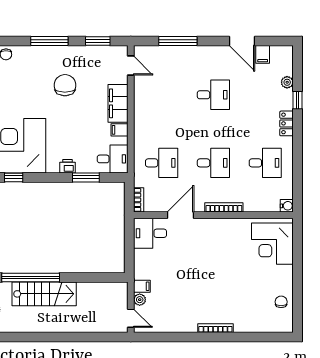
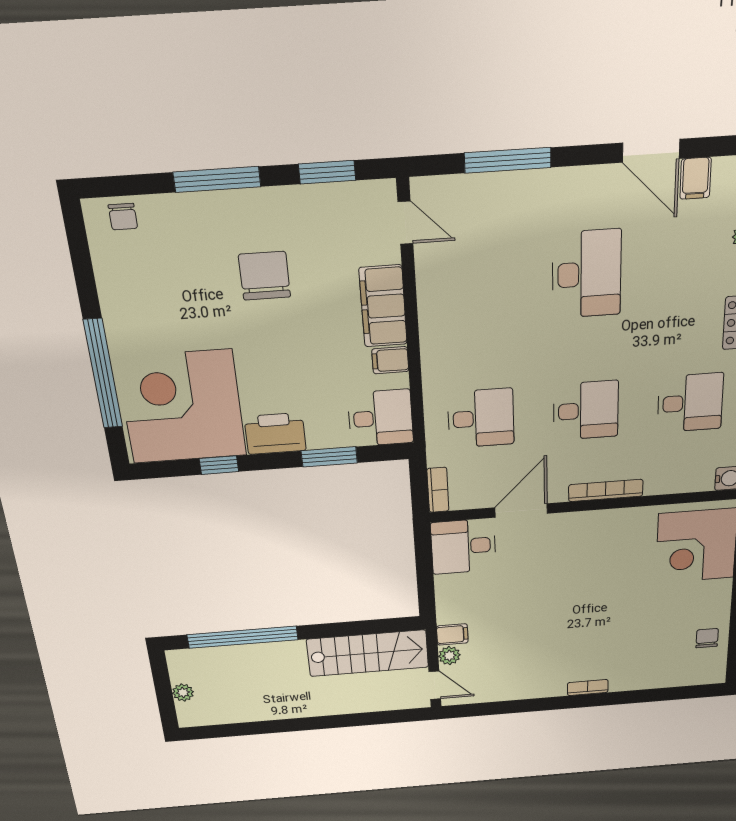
desk: (213, 95) -> (587, 274), width x1.37
printer: (67, 166) -> (275, 434), width x1.87, depth x1.48
window: (14, 177) -> (219, 465), moved
stairs: (44, 294) -> (368, 653), moved
bookcase: (215, 328) -> (588, 688), width x0.64

